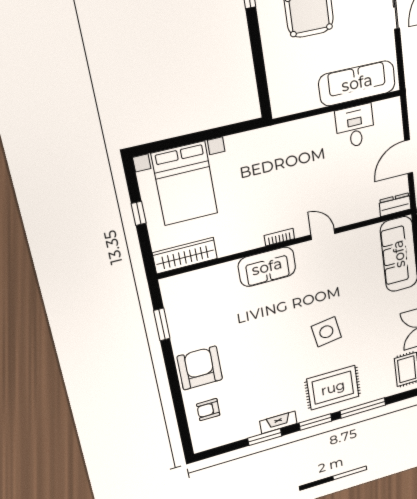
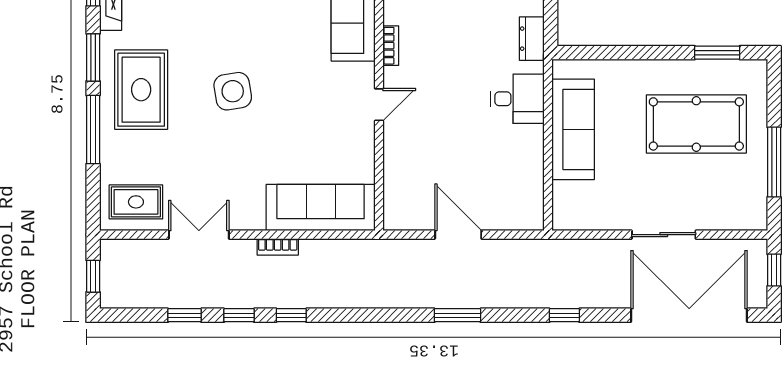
sofa: (357, 83) -> (573, 129), moved
desk: (355, 126) -> (517, 99), moved
dresser: (395, 205) -> (532, 39), moved, turned 180

